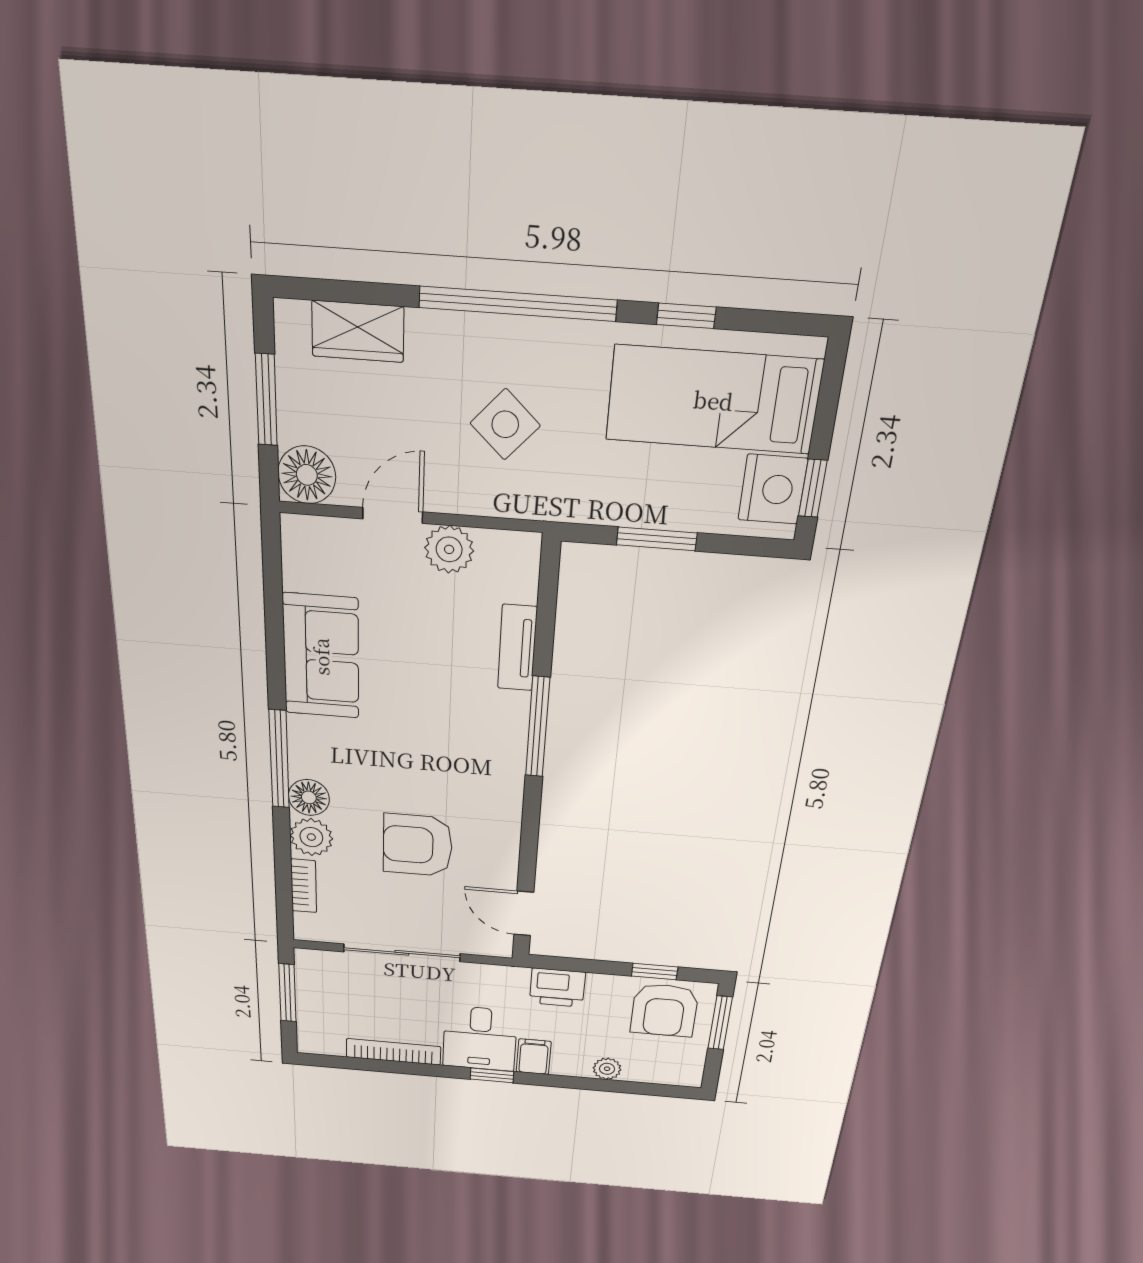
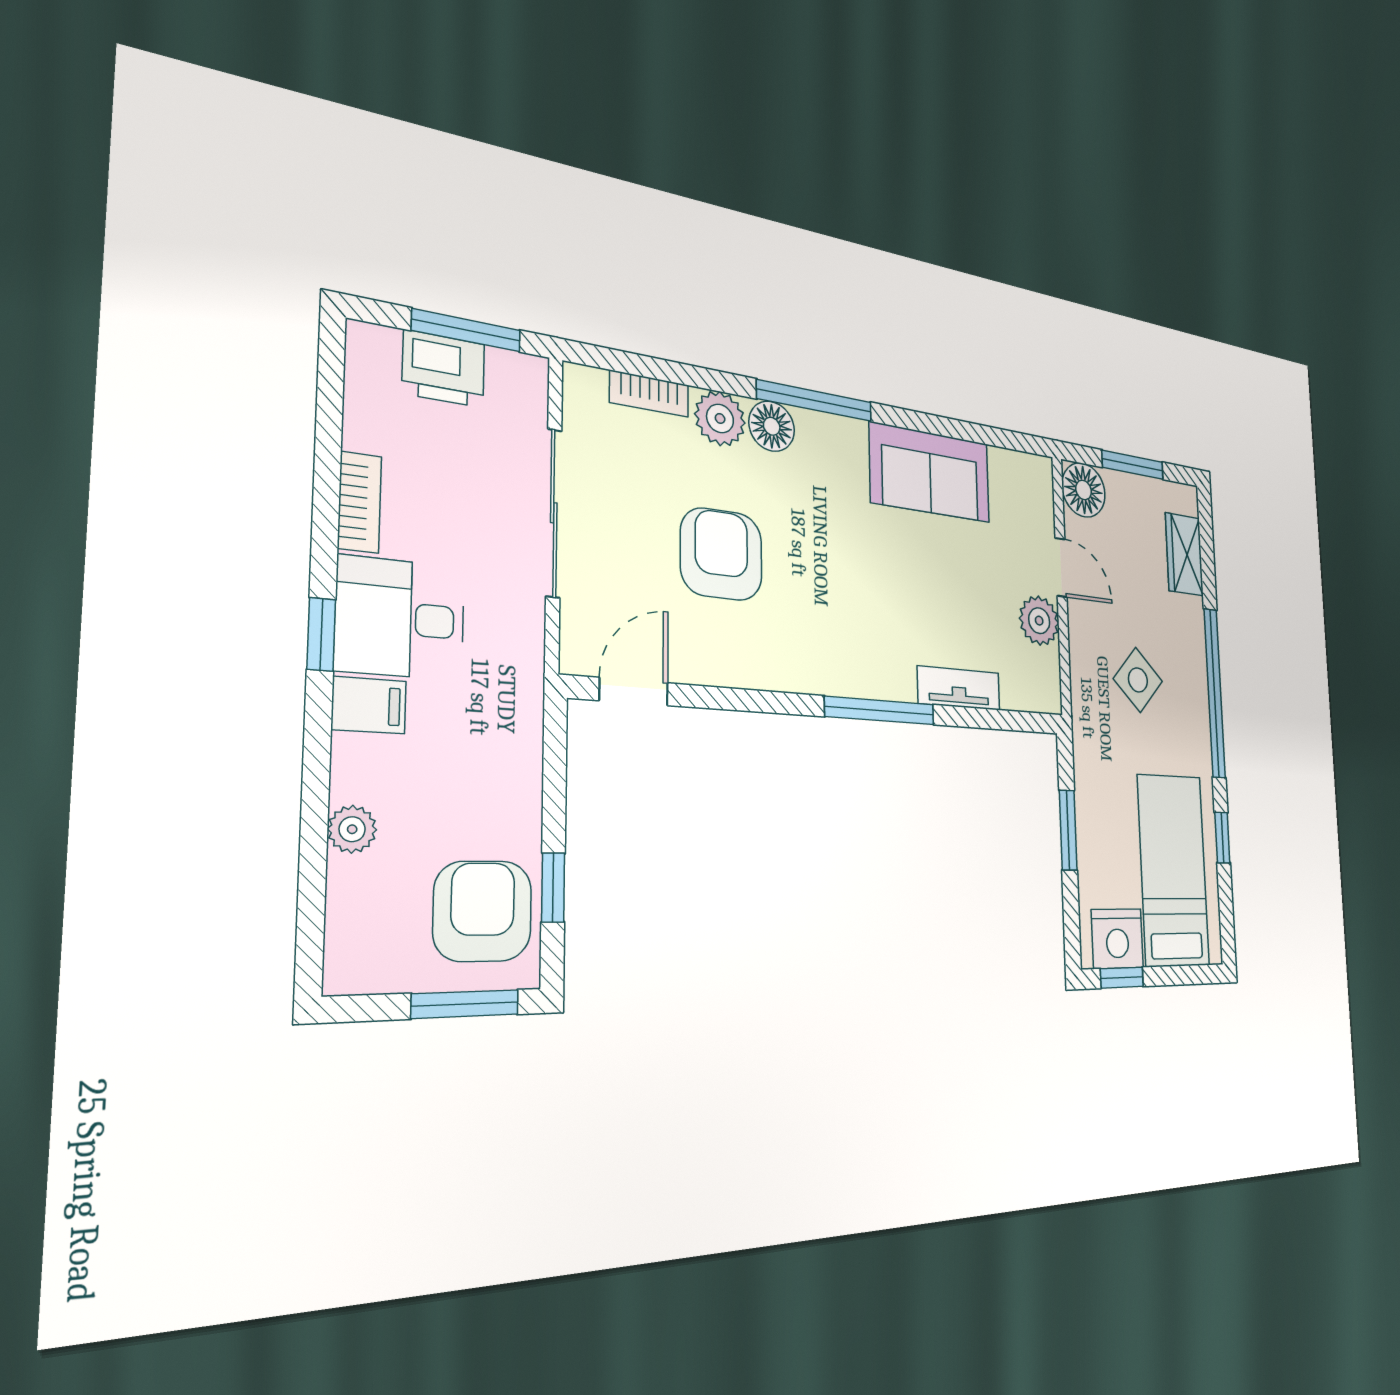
printer: (557, 988) -> (444, 369), moved, turned -90
armchair: (664, 1010) -> (483, 911), turned 90
bookcase: (393, 1052) -> (360, 502), width x0.64

